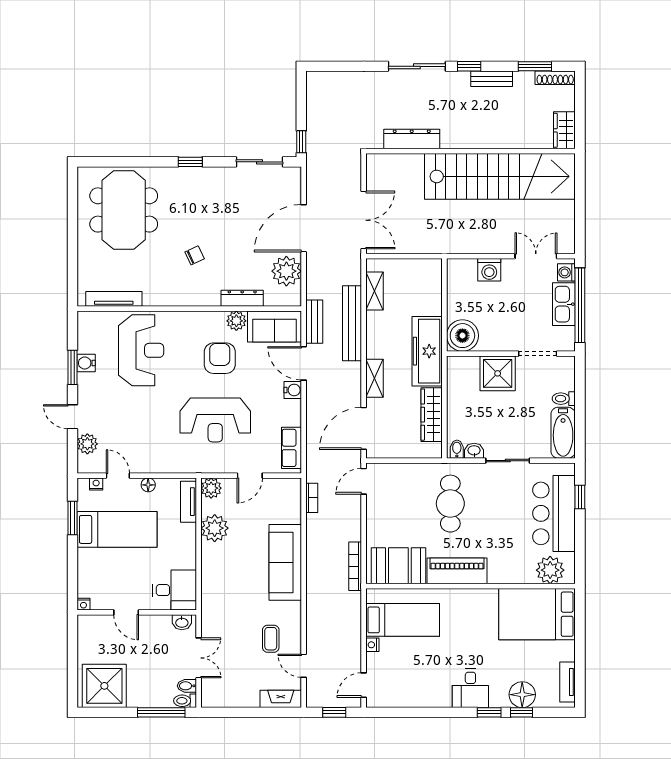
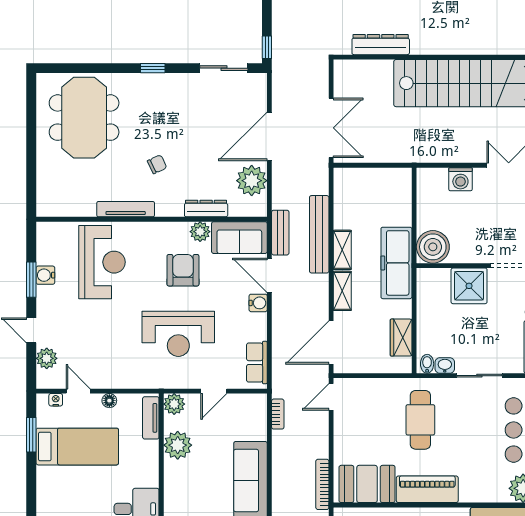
shelving: (375, 291) -> (342, 250), moved
tv unit: (114, 299) -> (126, 209), moved
wardrobe: (432, 415) -> (401, 338), width x0.67

